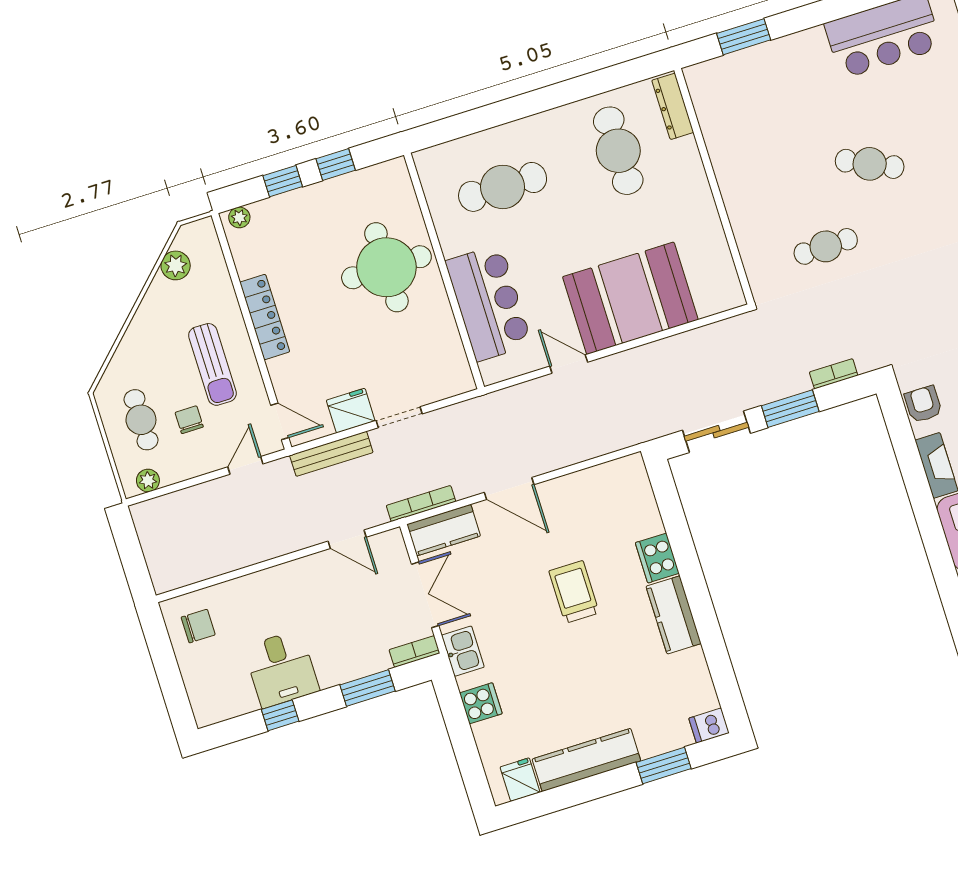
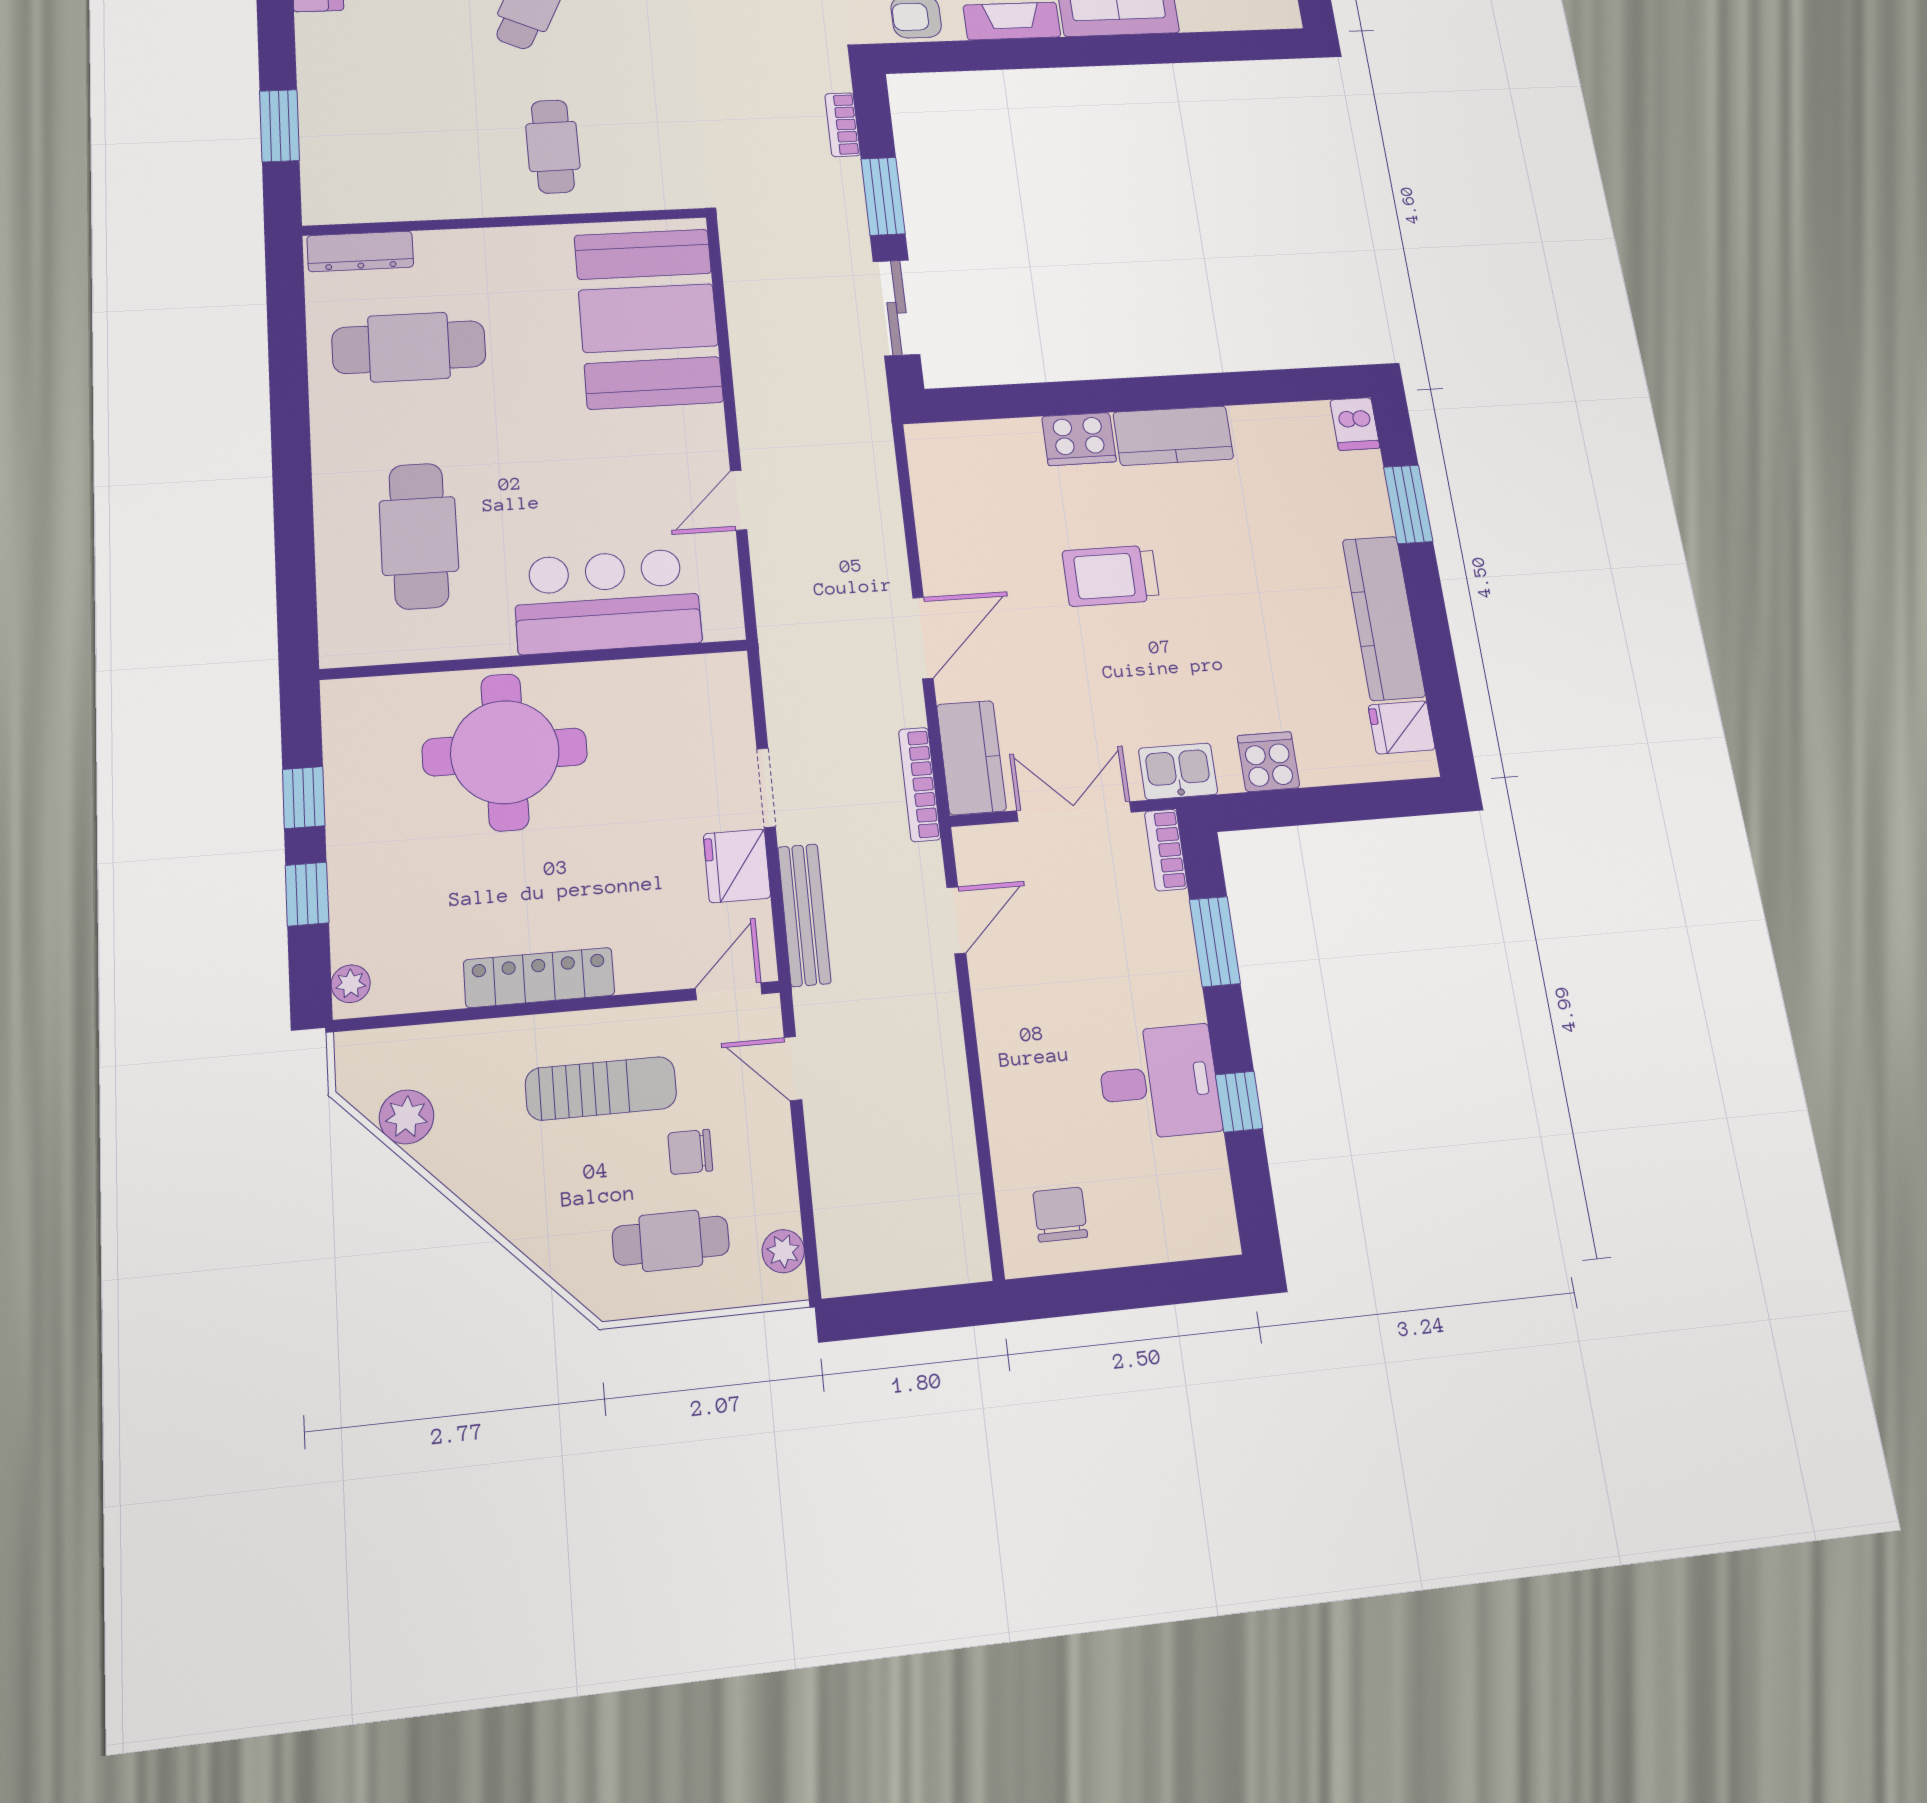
cafe table: (826, 246) -> (553, 146), moved
booth: (630, 298) -> (648, 318), moved

